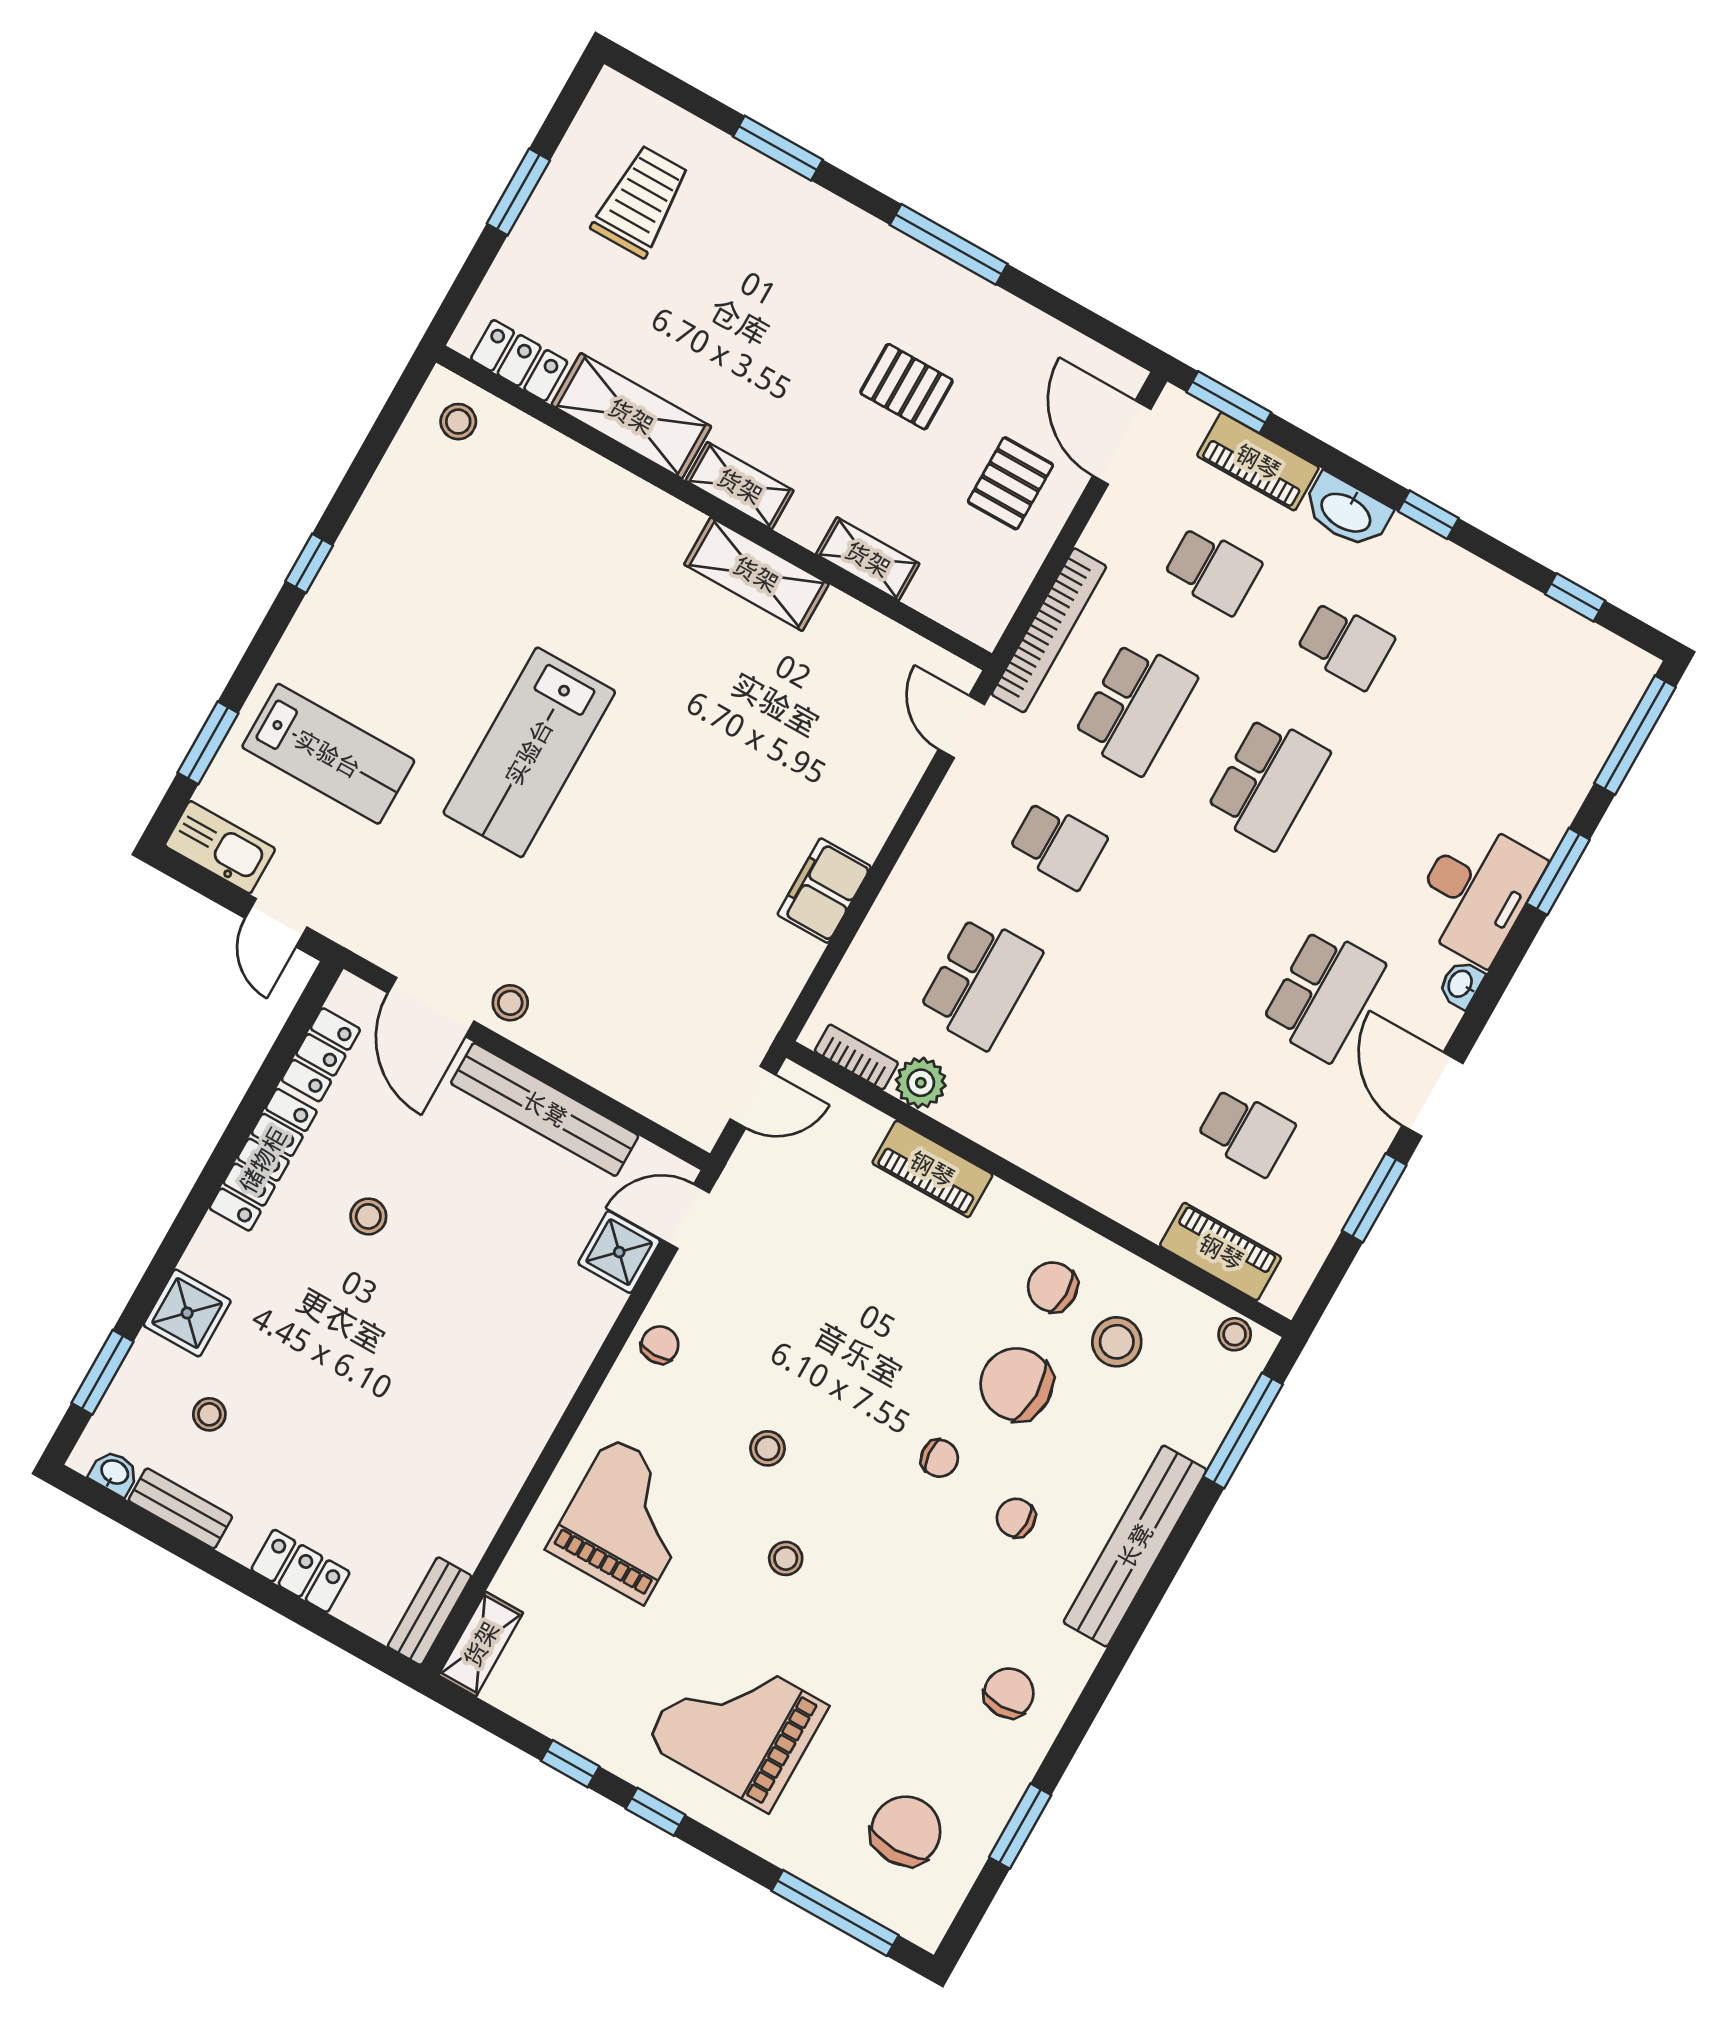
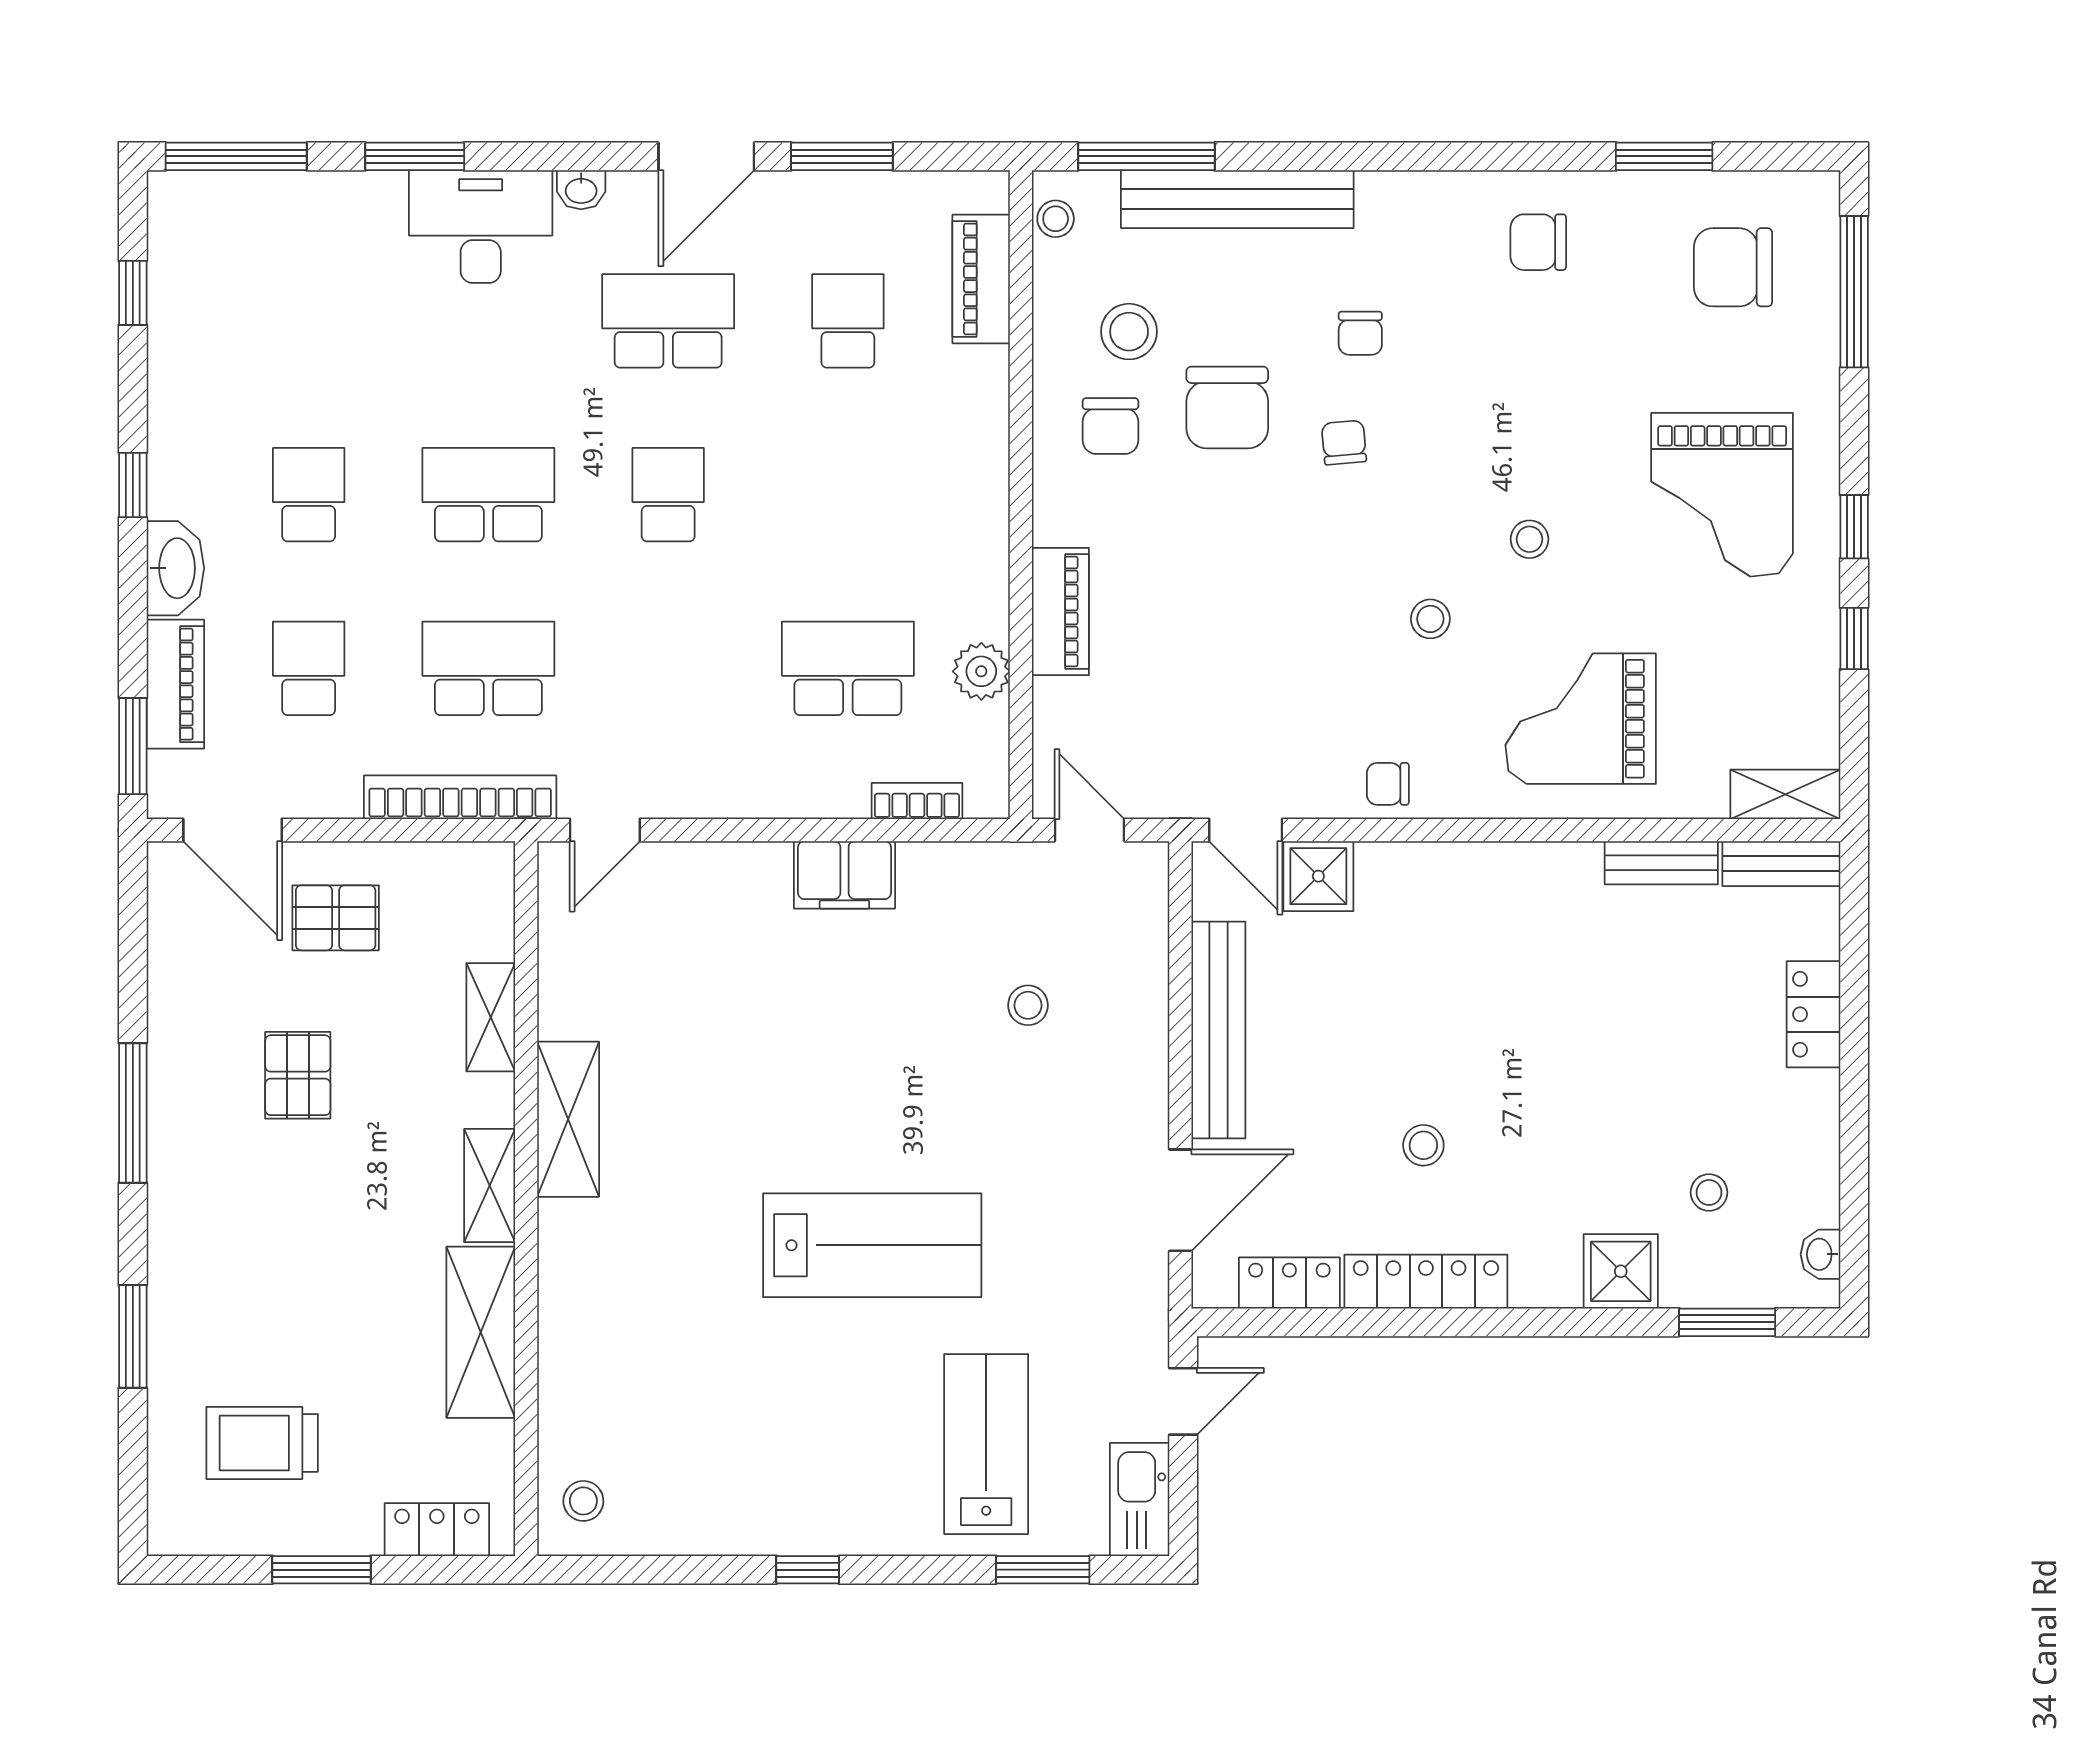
locker: (519, 360) -> (437, 1530), moved, turned 90
door: (1122, 442) -> (233, 830), hinge flipped
school desk: (1058, 845) -> (668, 495), moved
stool: (510, 1003) -> (1028, 1005), moved
bookcase: (856, 1057) -> (917, 801), moved, turned 90
bench: (180, 1508) -> (1661, 863), moved, turned 90
bench: (1135, 1546) -> (1237, 199), moved

